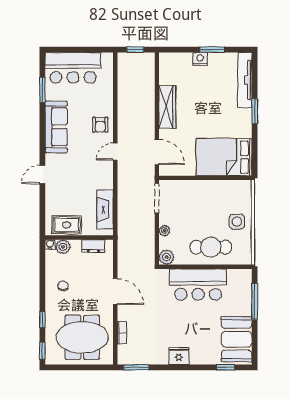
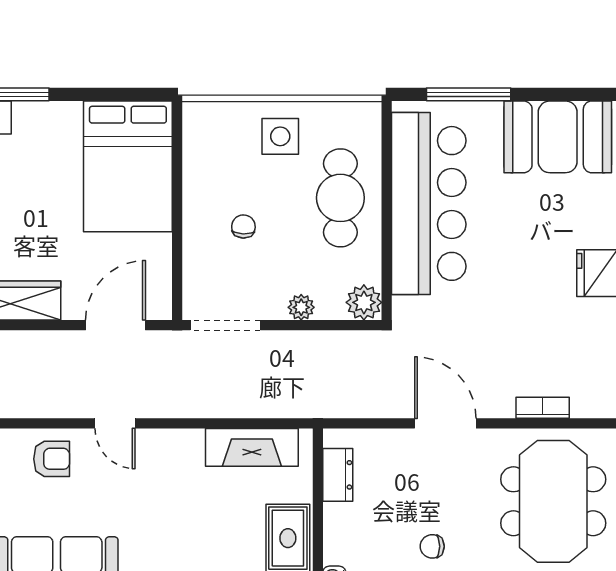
chair: (199, 206) -> (243, 226), added
plant: (63, 247) -> (340, 546), removed
bar counter: (198, 285) -> (429, 203), width x1.36
door: (115, 292) -> (445, 423), hinge flipped

